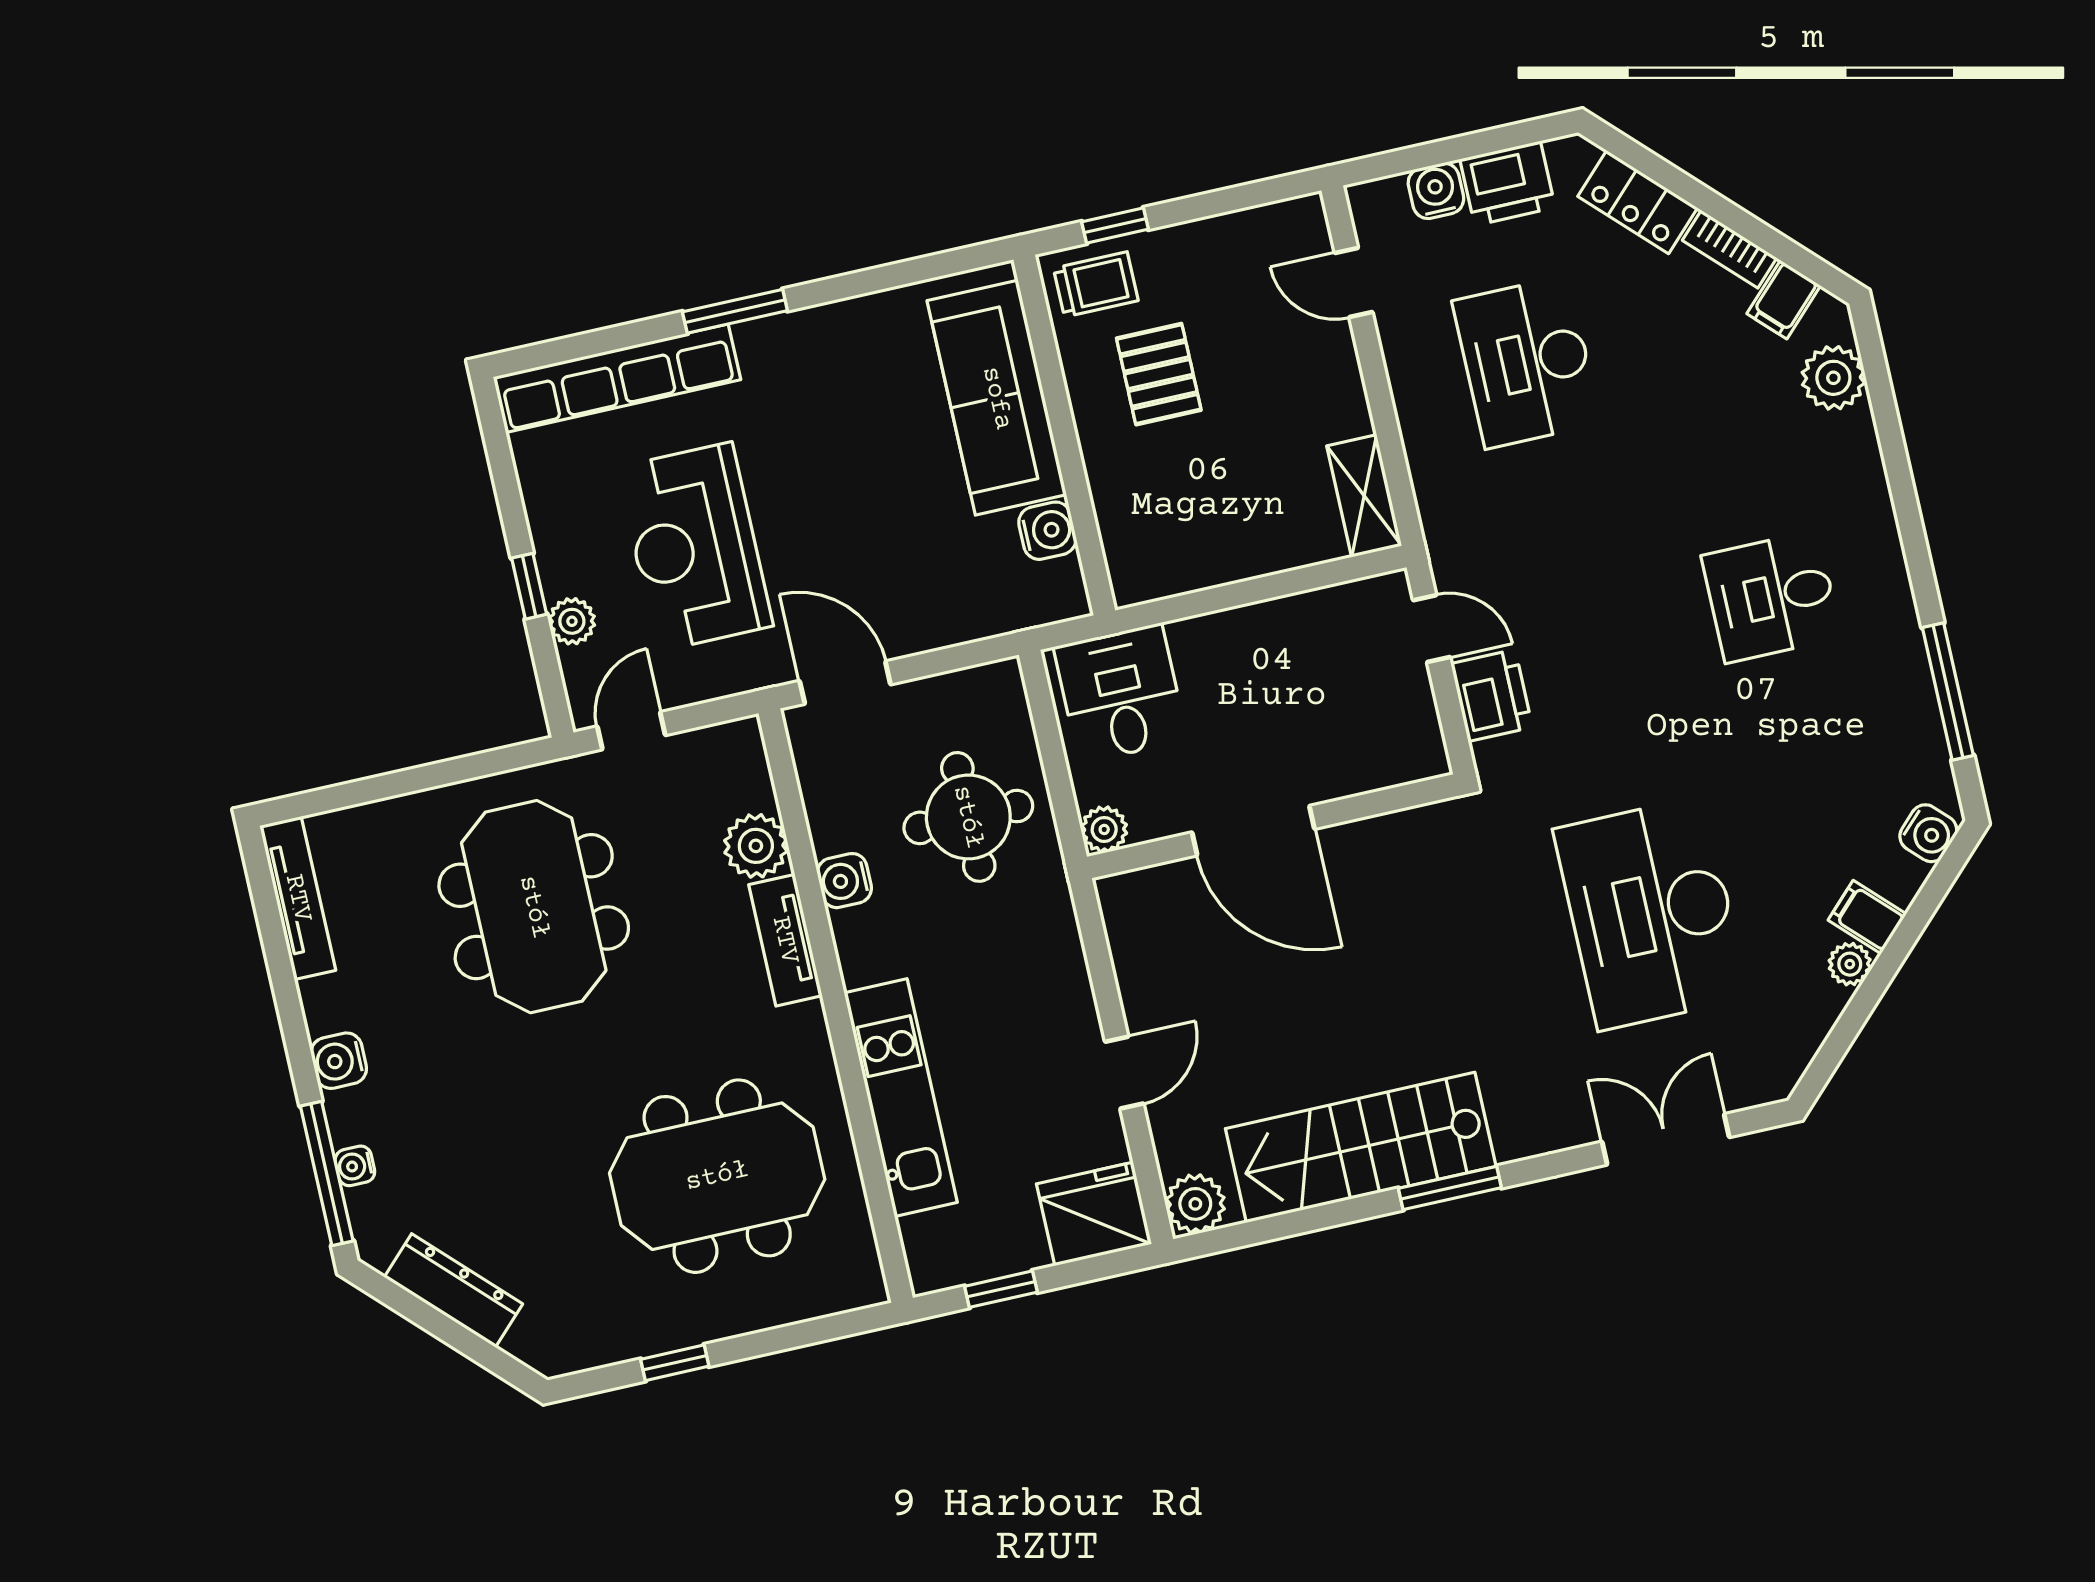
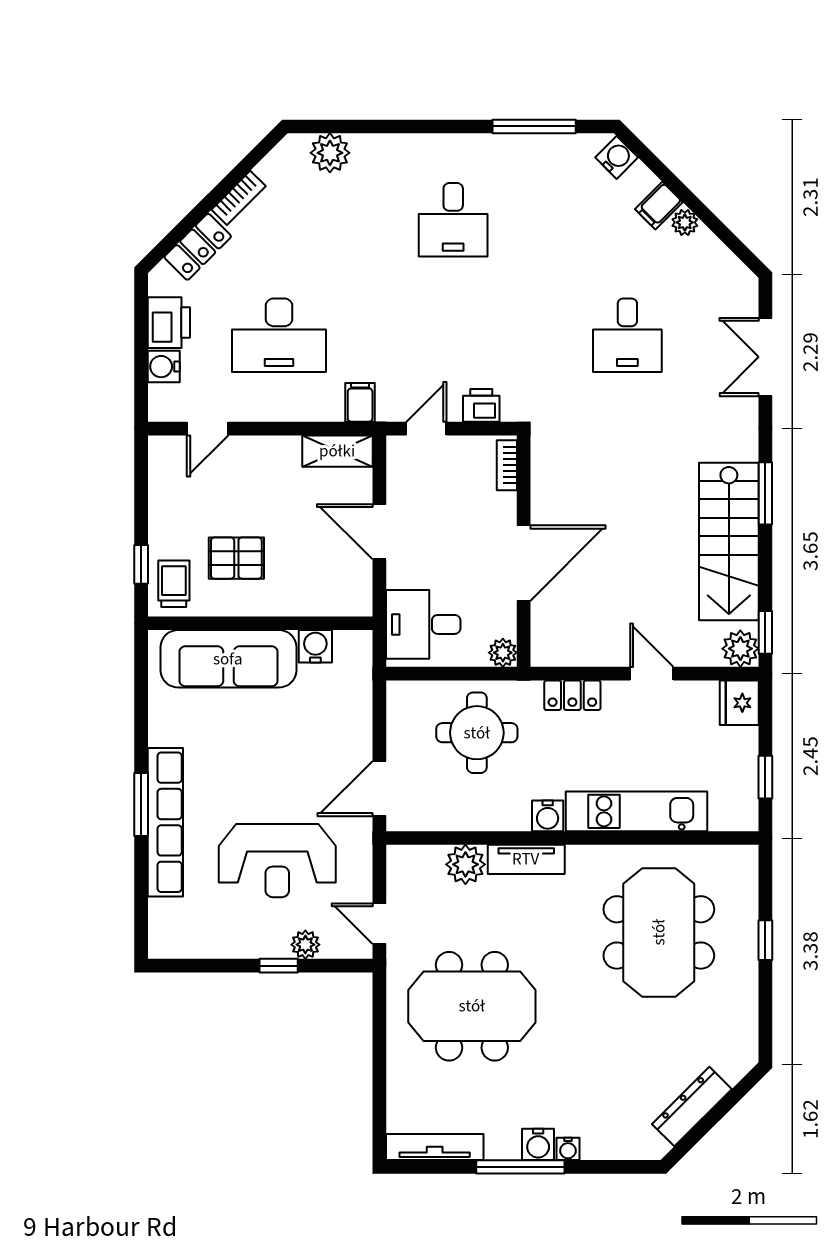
filing cabinet: (1784, 300) -> (360, 402), moved, turned -135
row of seats: (617, 378) -> (165, 822), moved
door: (1251, 591) -> (379, 532), added
printer: (1492, 695) -> (481, 405), width x0.73, depth x0.81
bookcase: (1402, 769) -> (507, 465), added
water cooler: (844, 881) -> (548, 816), moved
desk: (1651, 913) -> (627, 335), width x0.53, depth x0.77
locker: (1062, 955) -> (572, 695), added
water cooler: (355, 1166) -> (568, 1149), moved
window: (327, 1174) -> (520, 1167), moved
fridge: (1094, 1214) -> (739, 703), width x0.73, depth x0.75
window: (1230, 1238) -> (765, 632), added
window: (675, 1363) -> (765, 940), moved

